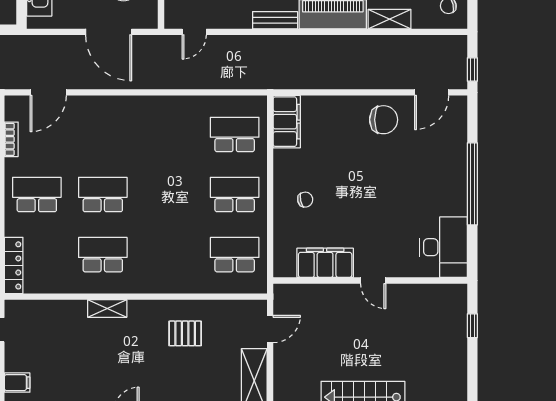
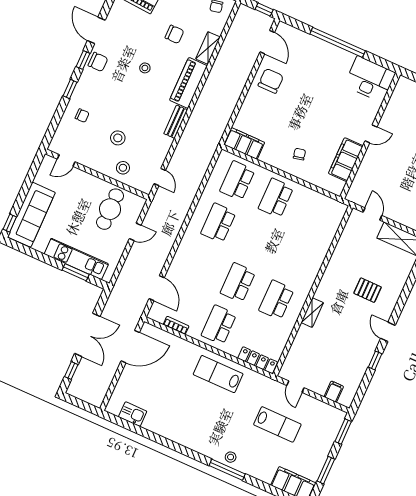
door: (109, 32) -> (135, 232), width x0.53
school desk: (235, 255) -> (218, 223), moved
pallet: (185, 333) -> (368, 290), moved, turned 90

